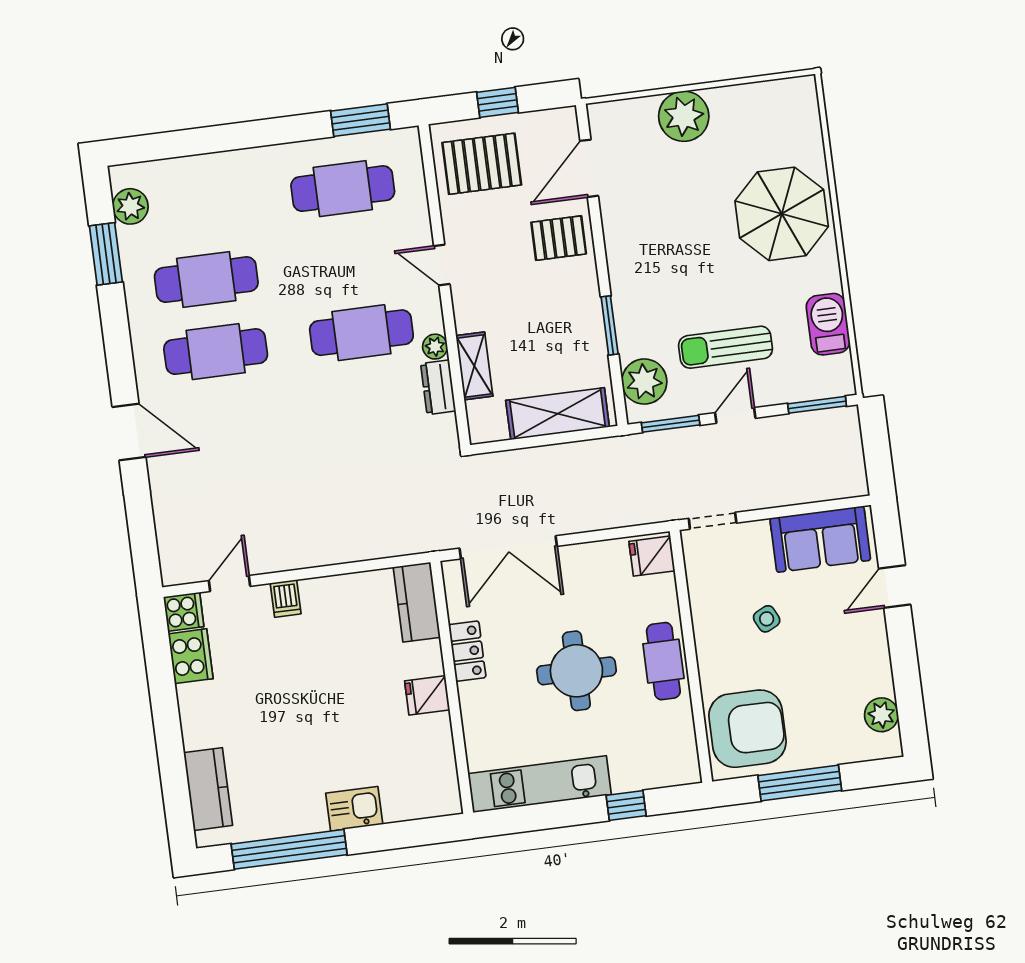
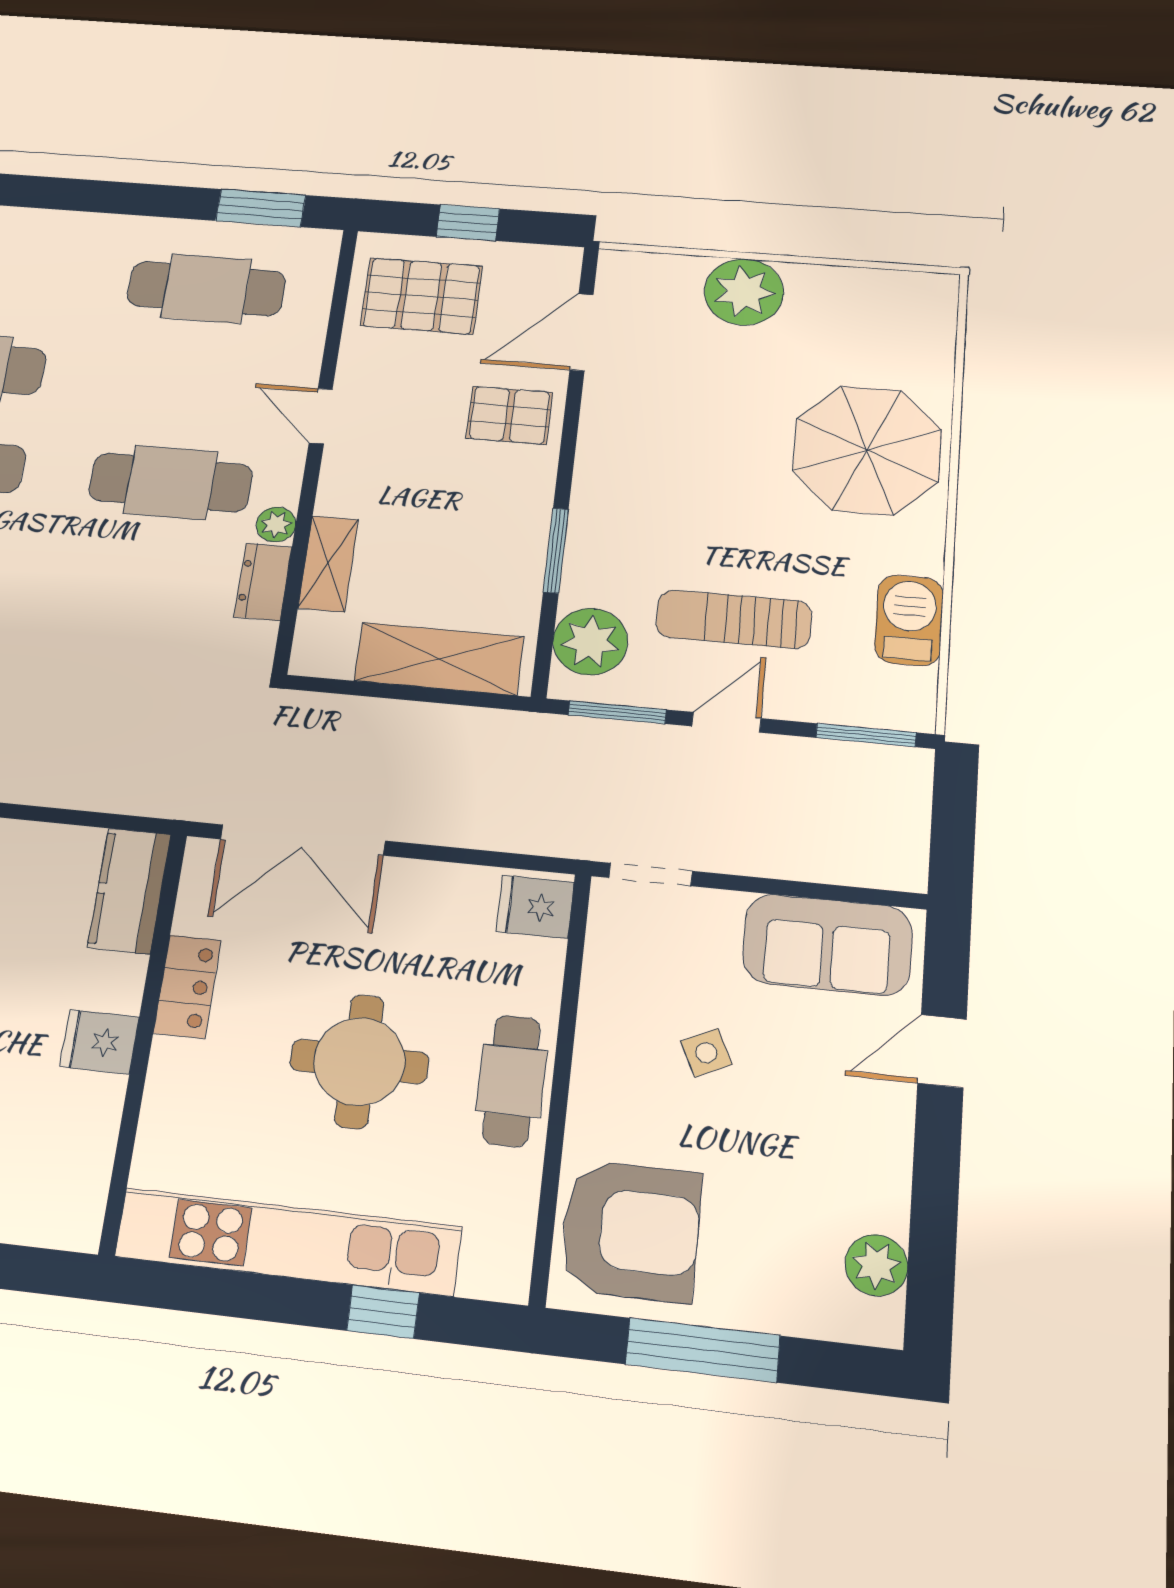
kitchen unit: (540, 784) -> (288, 1242), width x1.36

